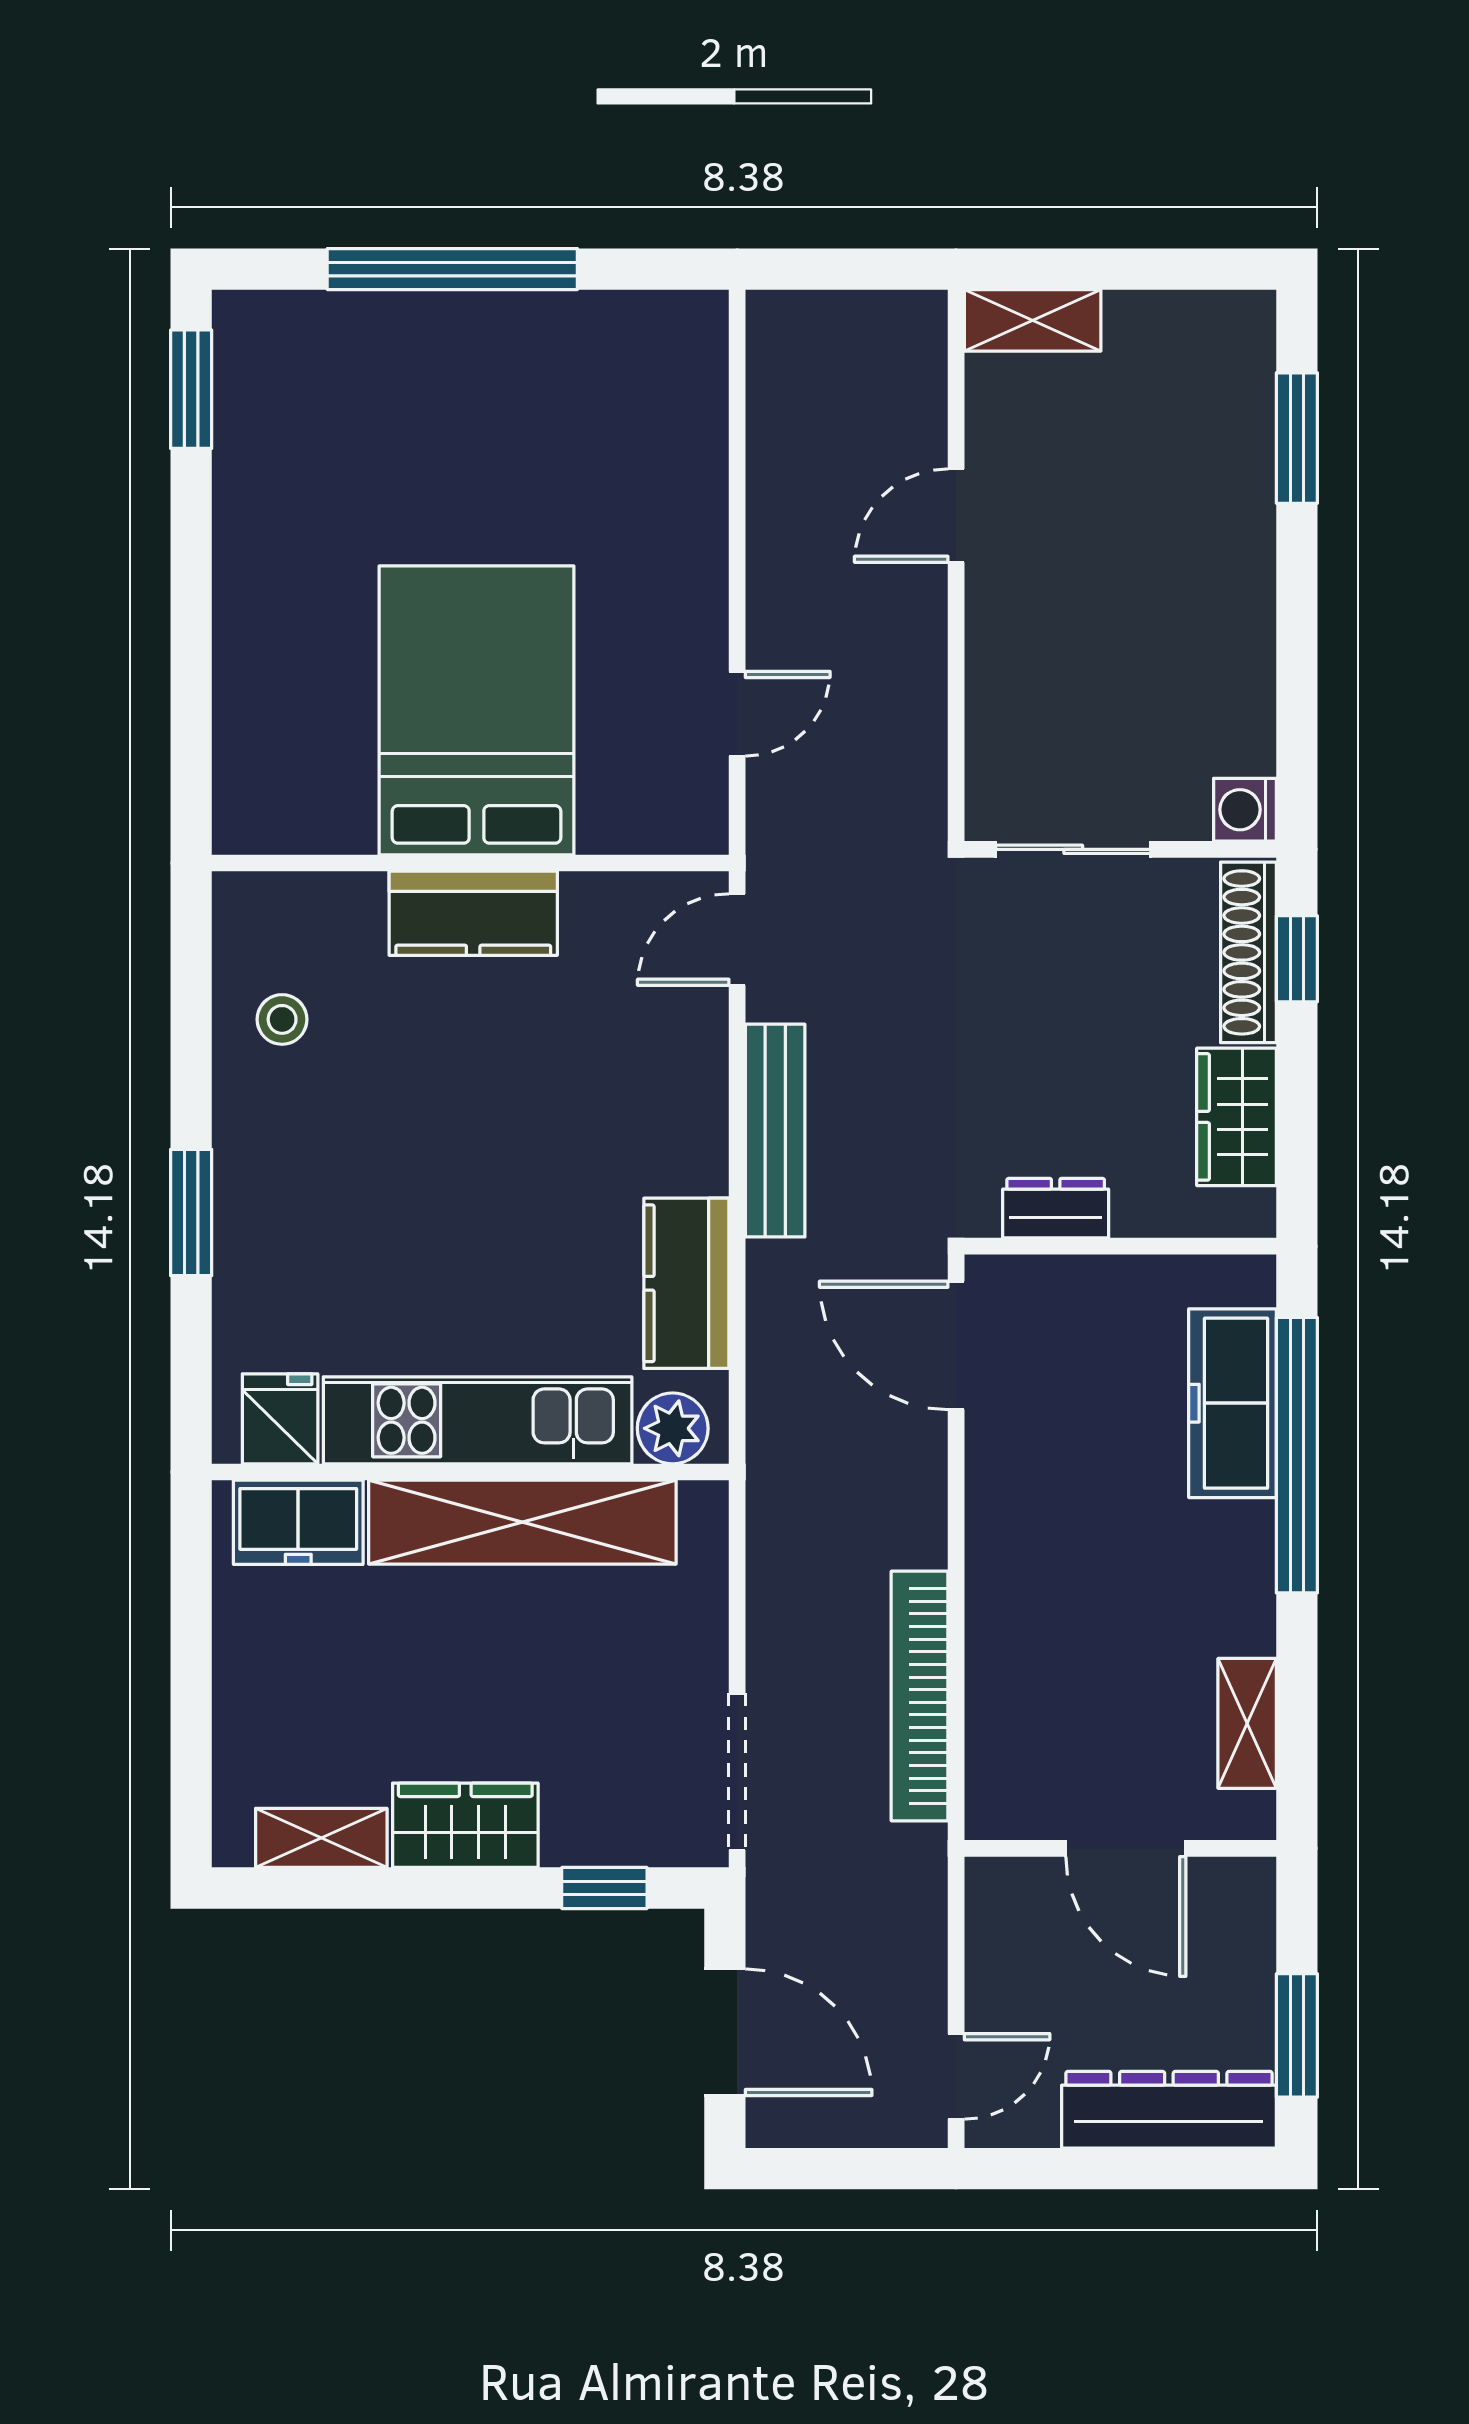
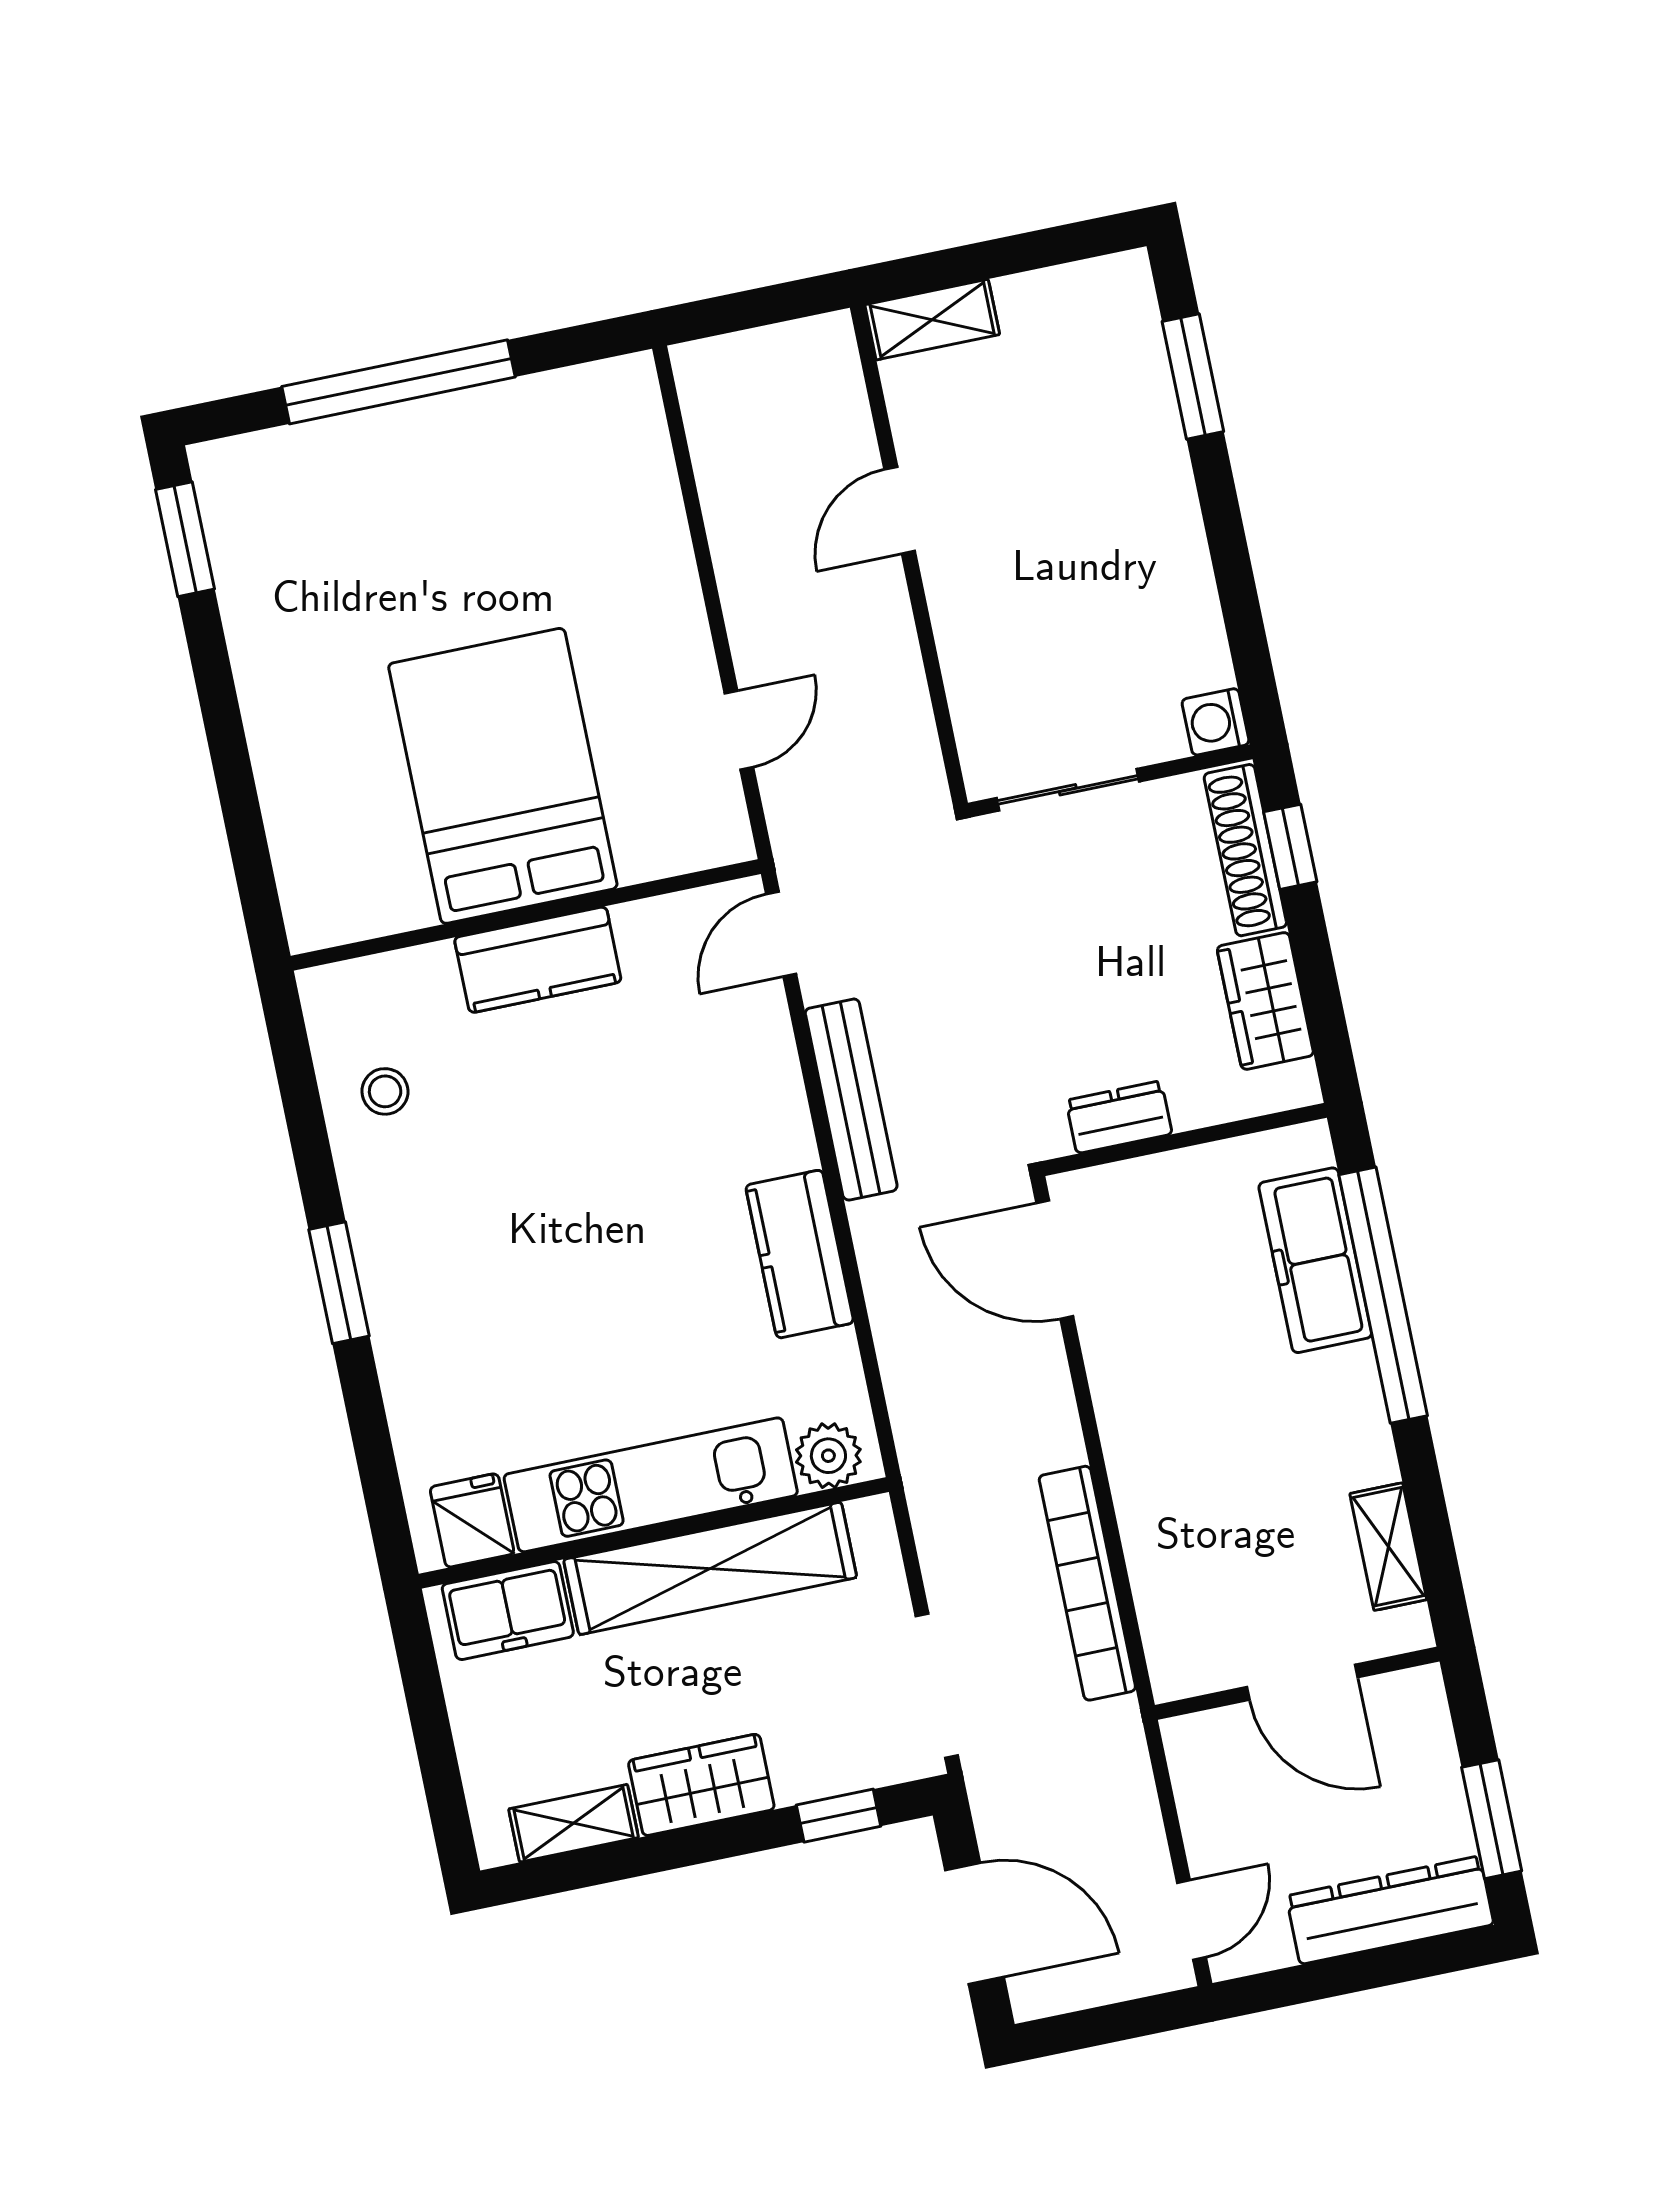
fridge: (280, 1419) -> (472, 1520), moved
kitchen unit: (478, 1420) -> (651, 1485), moved
plant: (673, 1428) -> (828, 1456), moved
wall: (470, 1472) -> (654, 1533), moved
freezer: (298, 1522) -> (508, 1611), moved
shelving: (522, 1522) -> (710, 1568), moved

